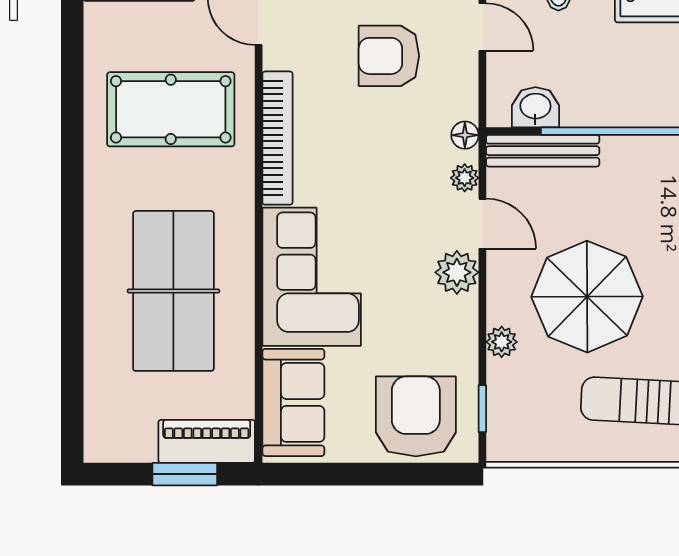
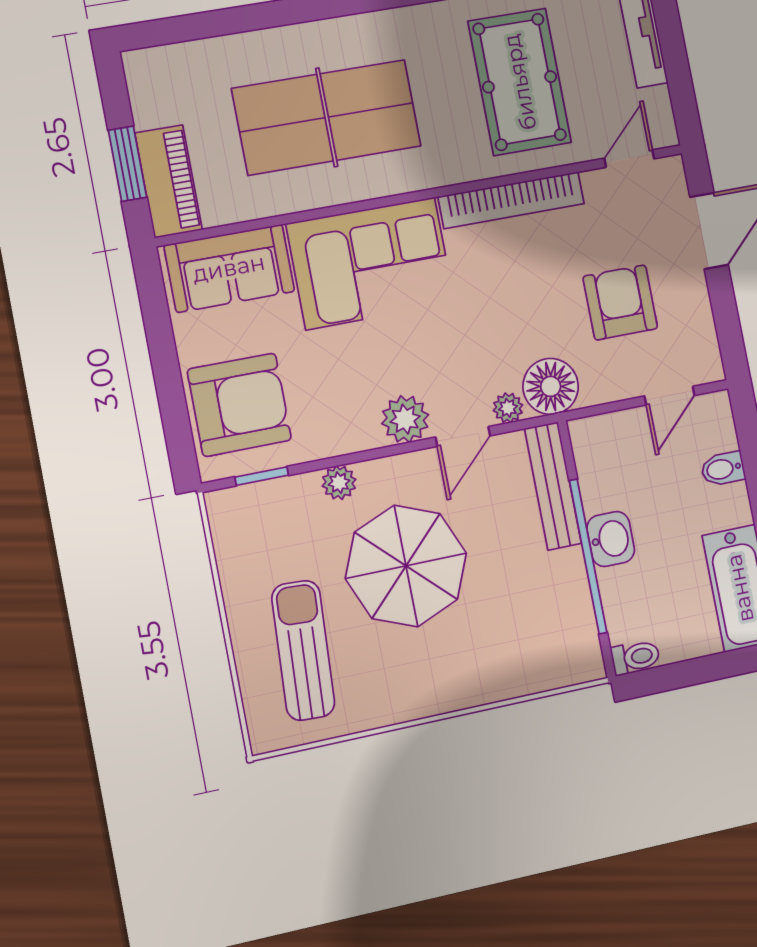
washbasin: (535, 107) -> (611, 539), moved
floor lamp: (465, 135) -> (551, 386), width x1.89, depth x1.89

